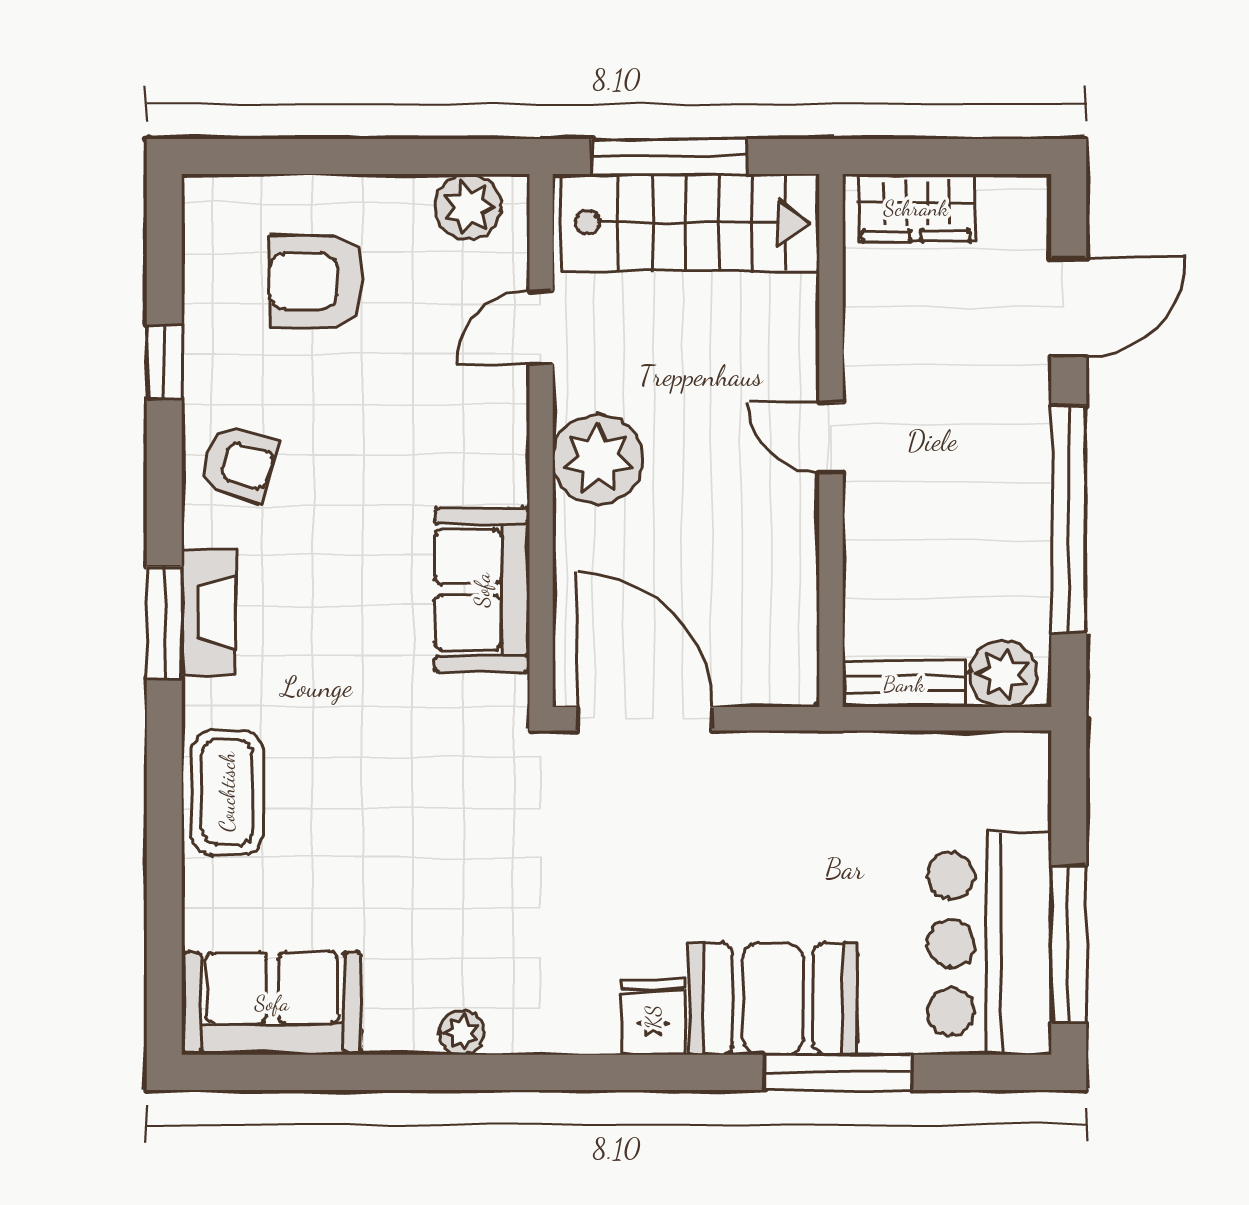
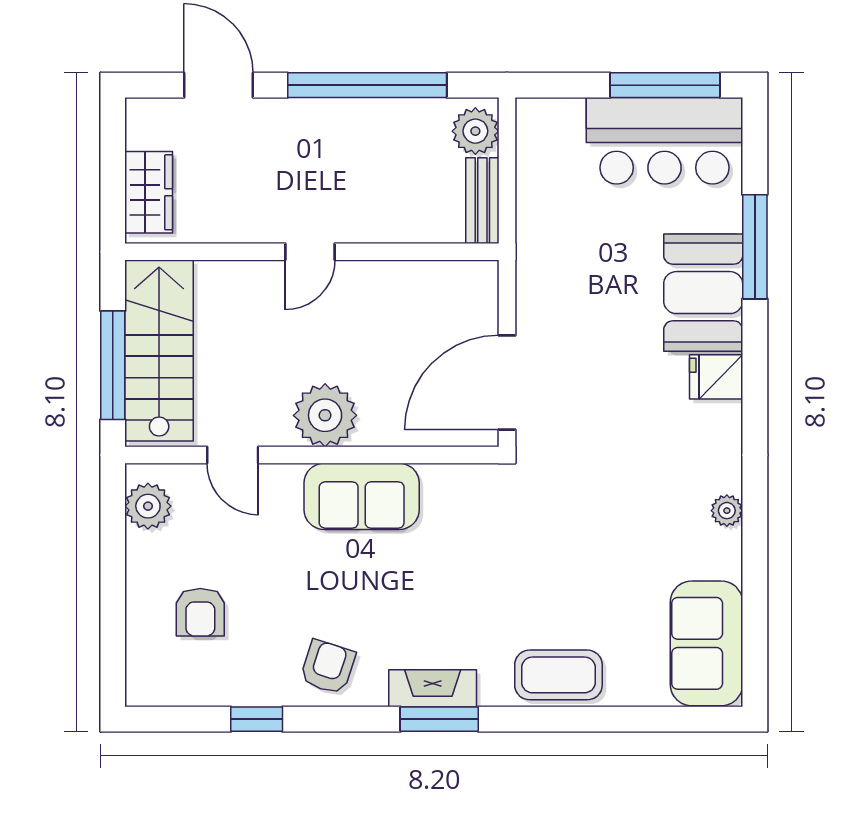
armchair: (317, 281) -> (200, 612), width x0.72, depth x0.72
sofa: (482, 590) -> (362, 496), moved

